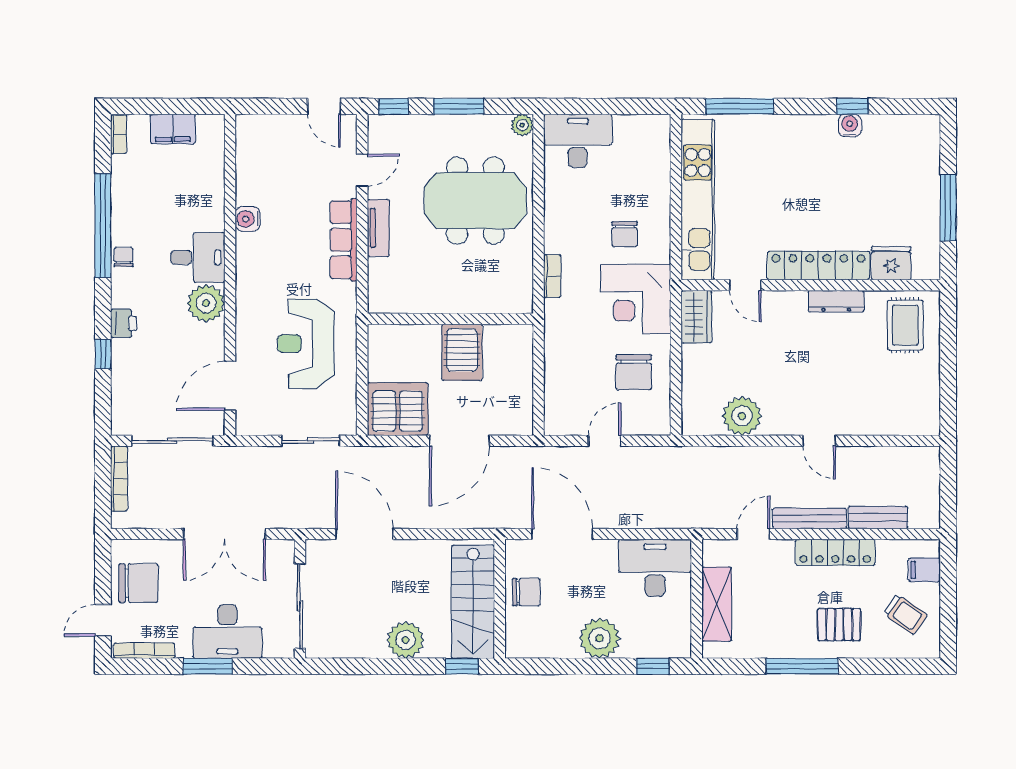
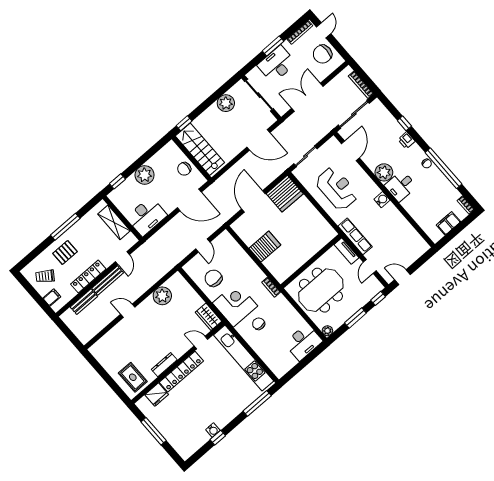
water cooler: (248, 219) -> (382, 200), moved
wall: (450, 319) -> (311, 261), moved
server rack: (462, 352) -> (265, 247), moved, turned 90
plant: (406, 640) -> (226, 103), moved

